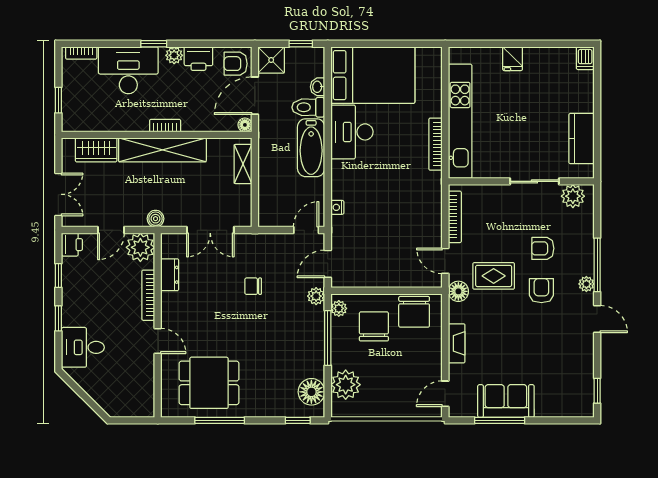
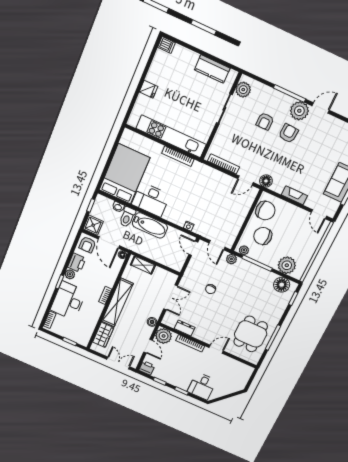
rug: (494, 276) -> (267, 157), removed
plant: (586, 284) -> (299, 111), width x1.88, depth x1.88
armchair: (541, 291) -> (288, 133), turned 94

